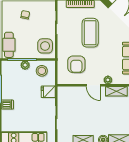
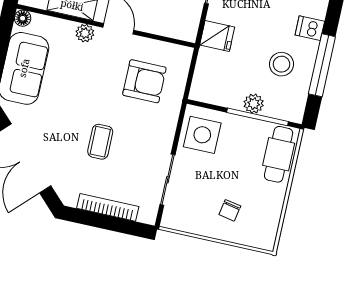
coffee table: (90, 33) -> (100, 142), width x0.54, depth x0.58
armchair: (76, 64) -> (144, 81), turned 90
stool: (42, 71) -> (282, 64), moved

